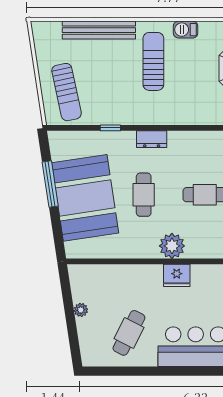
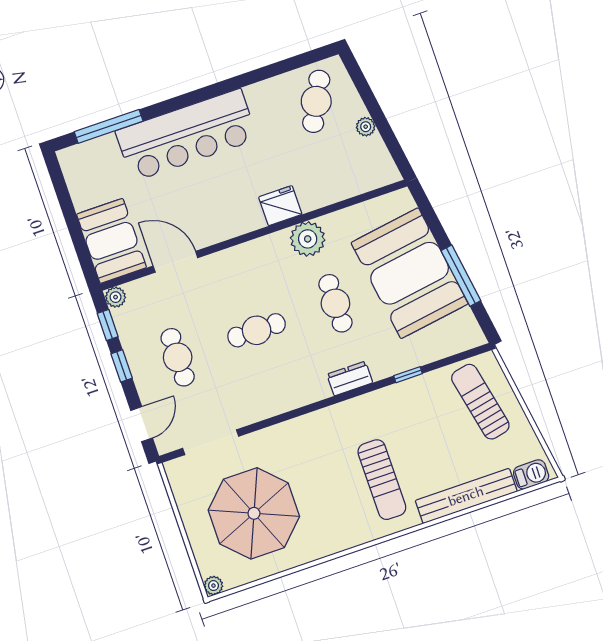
barbecue: (186, 30) -> (531, 474), moved
plant: (172, 246) -> (308, 239), moved
fridge: (177, 275) -> (280, 206), moved
cafe table: (129, 333) -> (316, 101), moved

